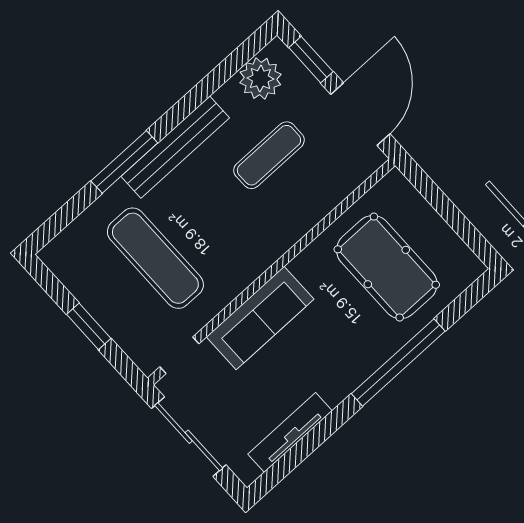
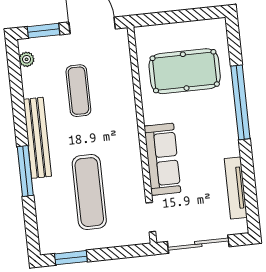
plant: (260, 78) -> (27, 59), width x0.53, depth x0.53
exercise mat: (155, 258) -> (89, 192), turned 90
window: (89, 326) -> (71, 258), moved

